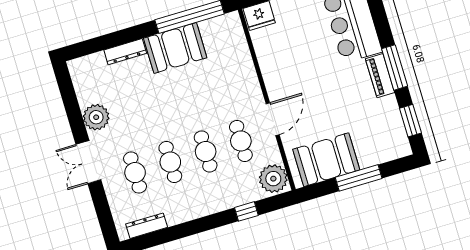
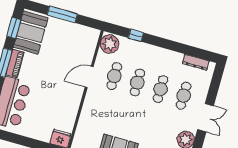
booth: (326, 160) -> (31, 33), moved, turned 90

